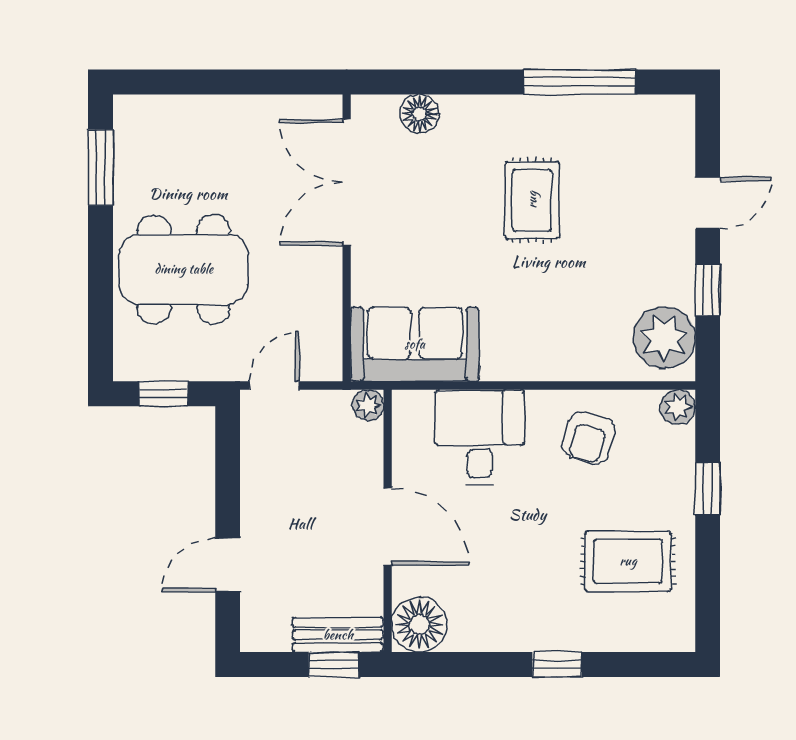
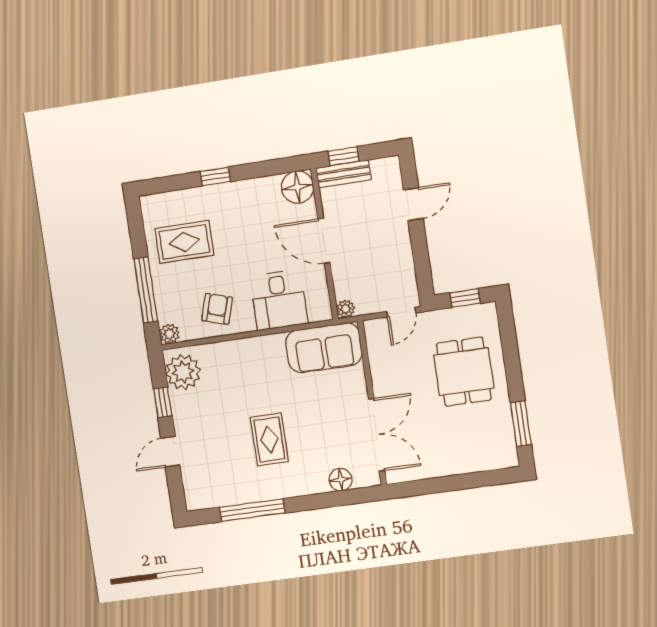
dining table: (184, 269) -> (464, 372), width x0.73
window: (708, 489) -> (146, 290), width x2.17

